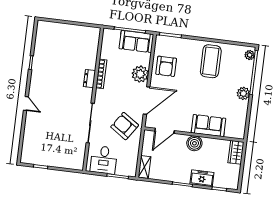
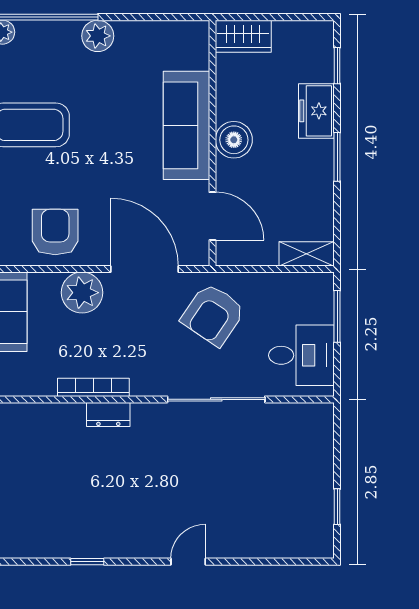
armchair: (166, 66) -> (55, 232), turned -90
sofa: (208, 126) -> (187, 125), width x1.36

